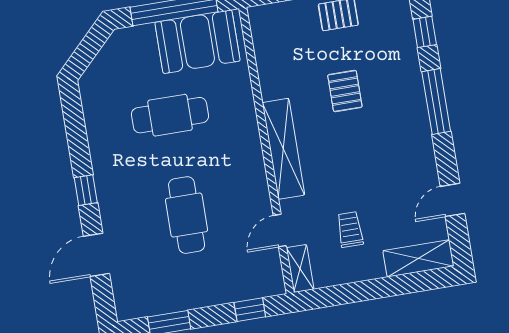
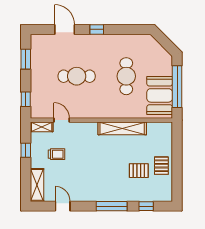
pallet: (345, 91) -> (139, 171), moved
shelving: (283, 149) -> (122, 128), moved
window: (352, 293) -> (26, 150), added

